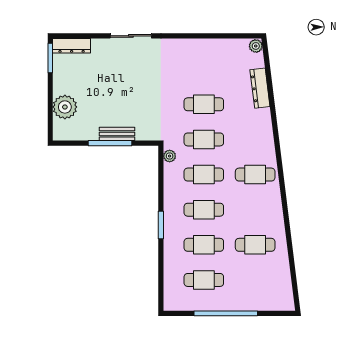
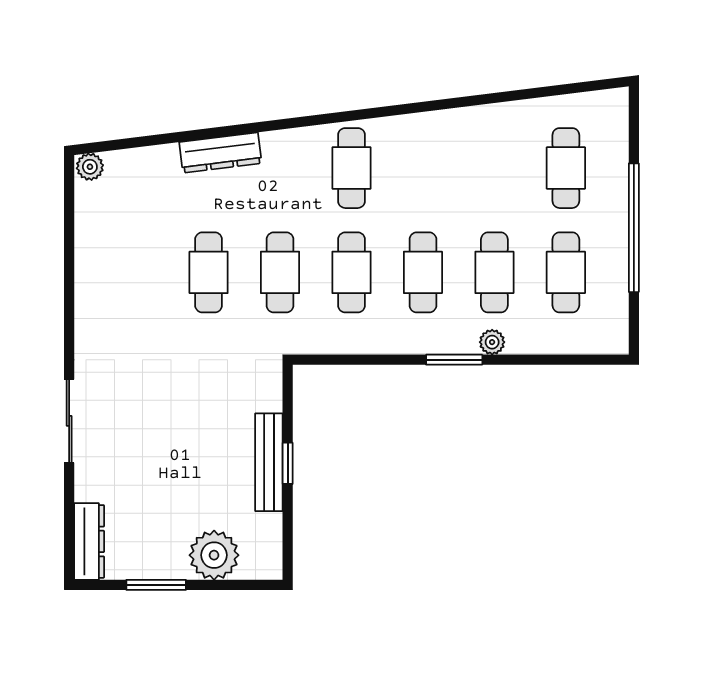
window: (50, 58) -> (156, 585), moved
dresser: (260, 88) -> (220, 153), moved
bench: (117, 134) -> (269, 462), width x1.36
window: (110, 143) -> (288, 463), width x0.46
plant: (170, 156) -> (492, 342), moved
cafe table: (255, 245) -> (566, 168), moved

